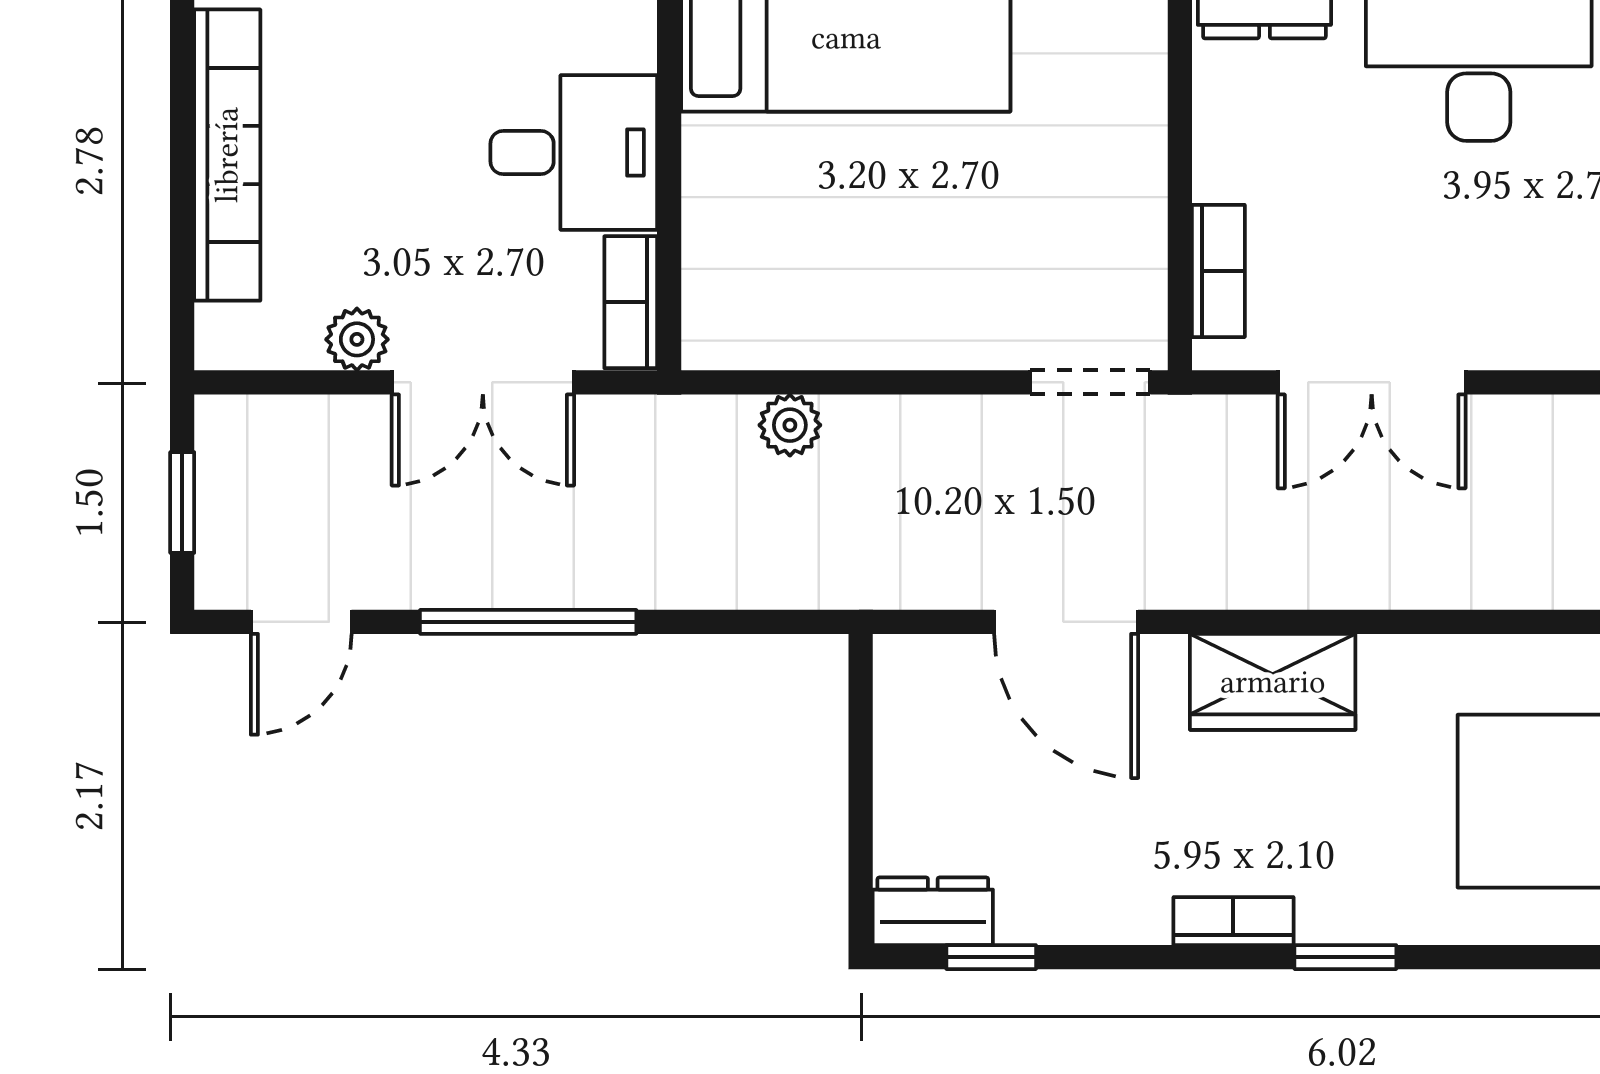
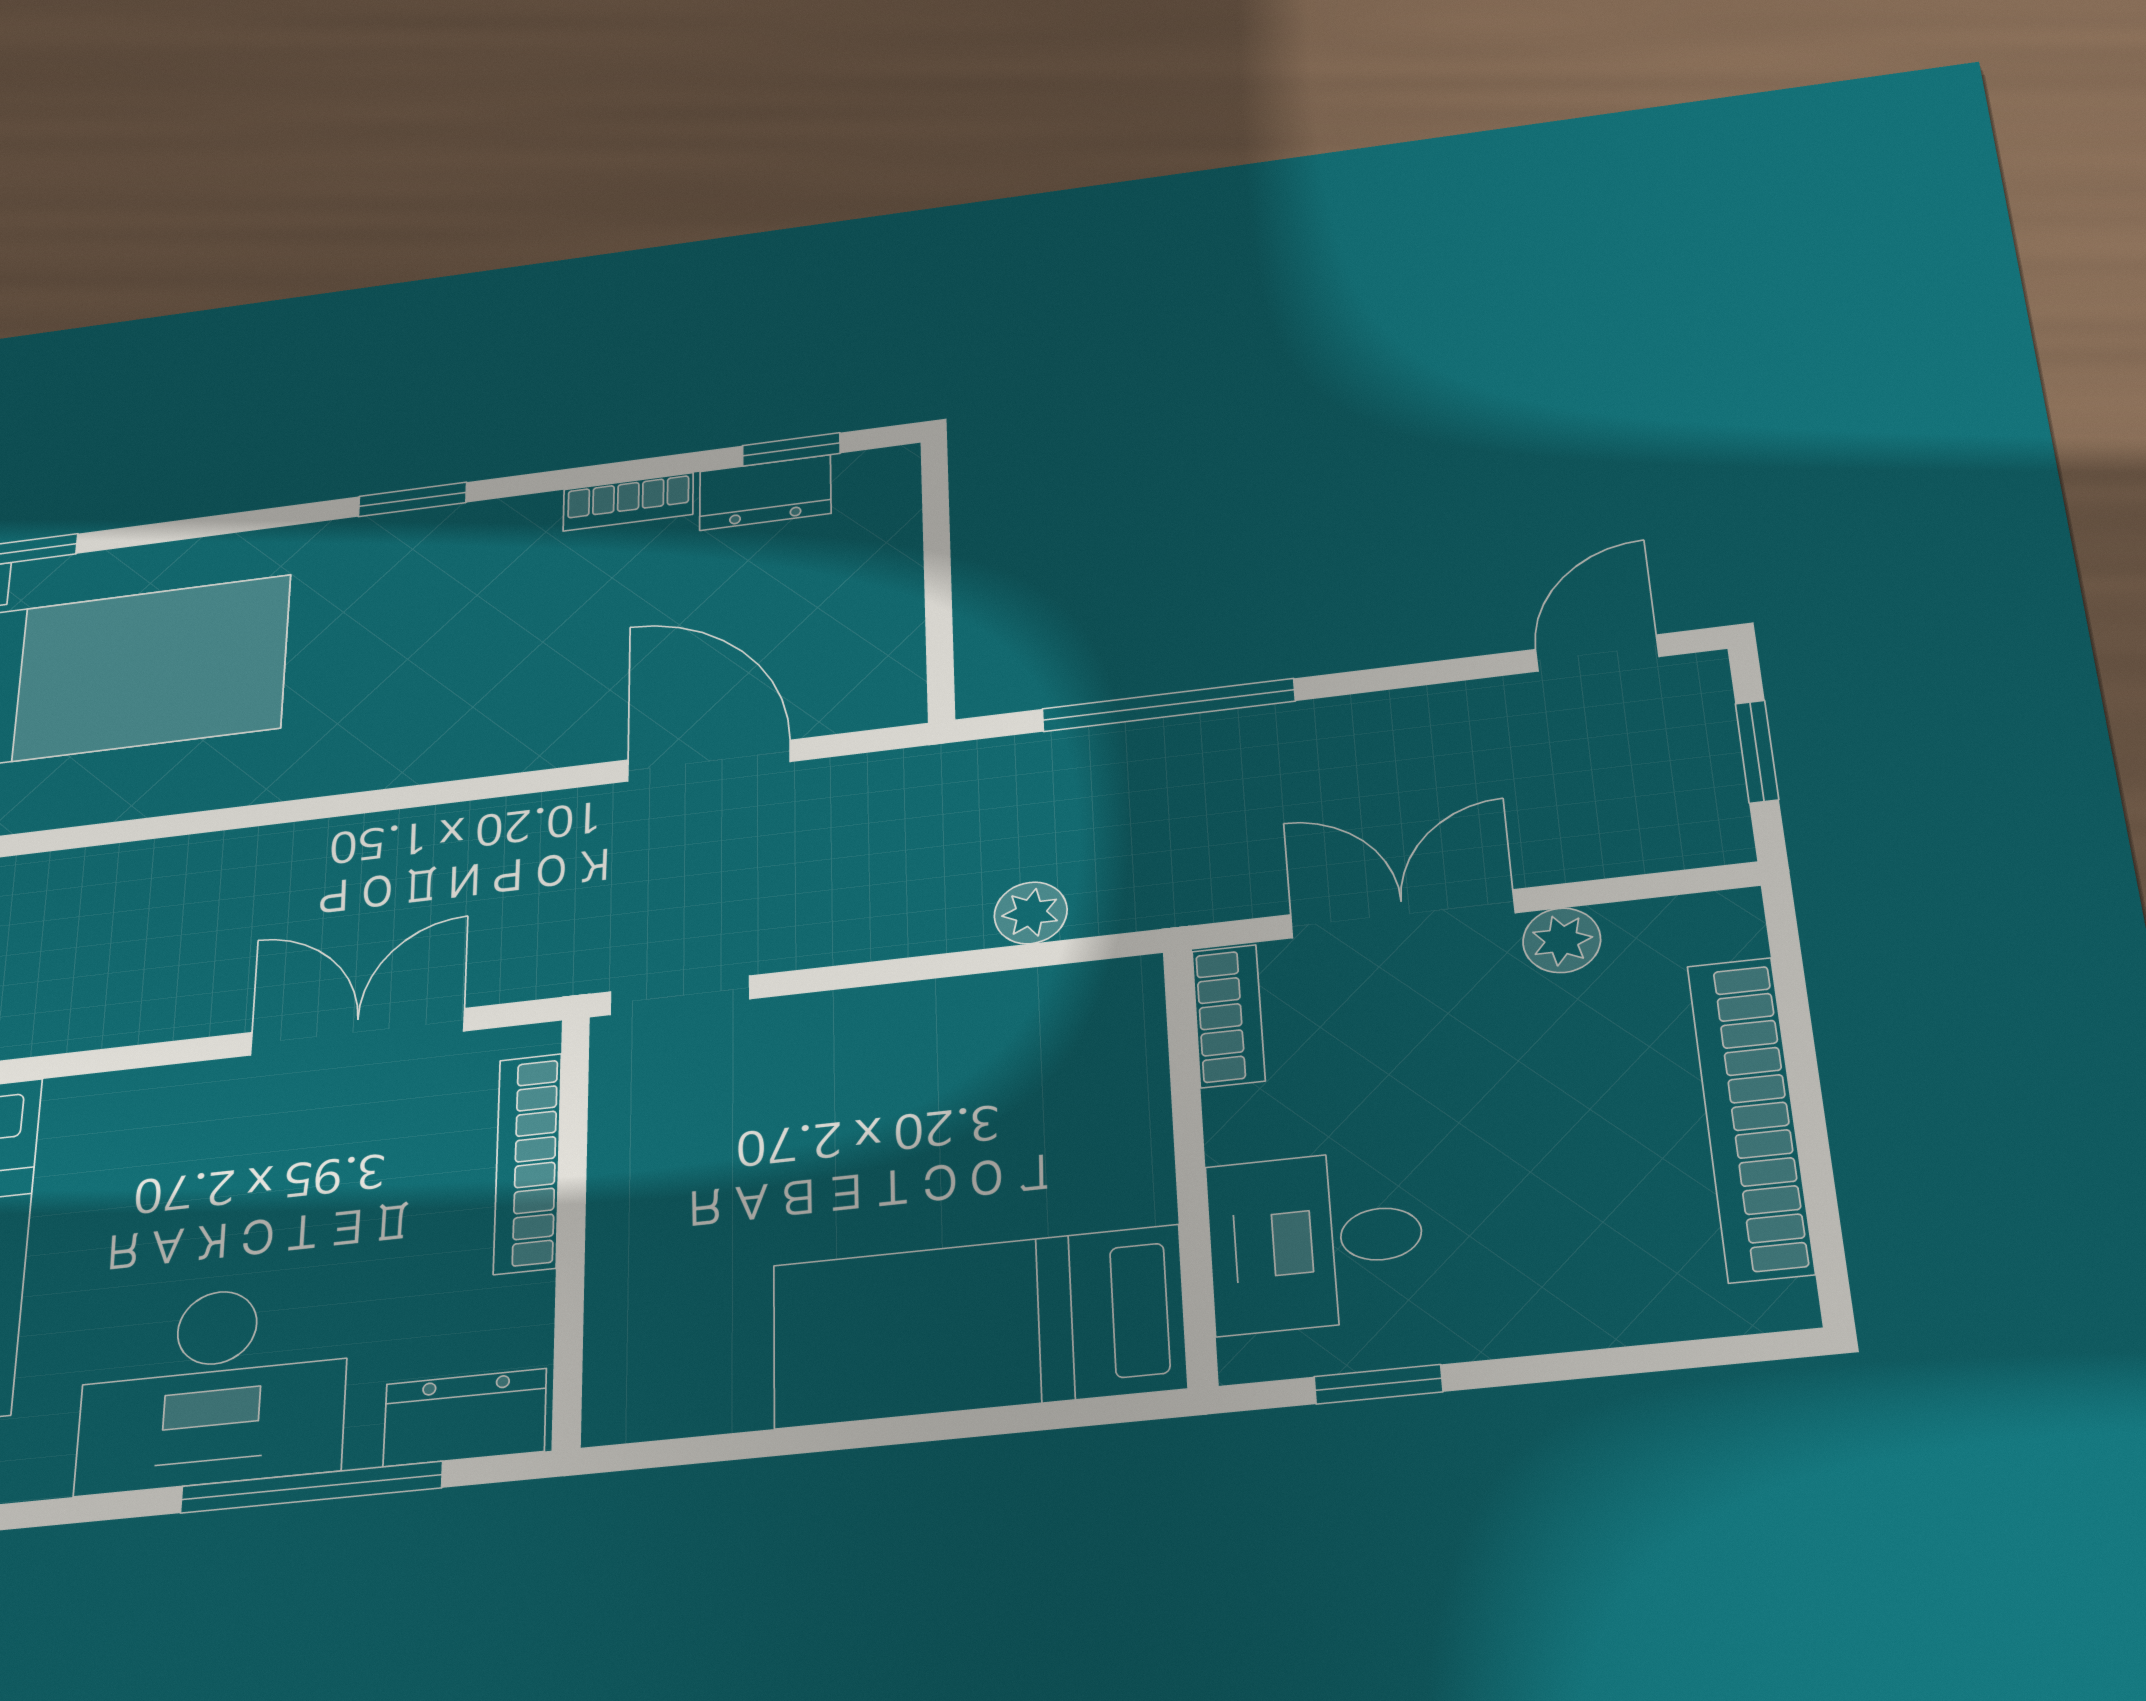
desk: (574, 152) -> (1316, 1241), moved
bookcase: (1218, 271) -> (528, 1163), width x1.56
window: (528, 622) -> (1168, 705), moved
wardrobe: (1273, 682) -> (480, 733), removed
dresser: (933, 911) -> (765, 492), moved
bookcase: (1233, 921) -> (628, 502), moved

